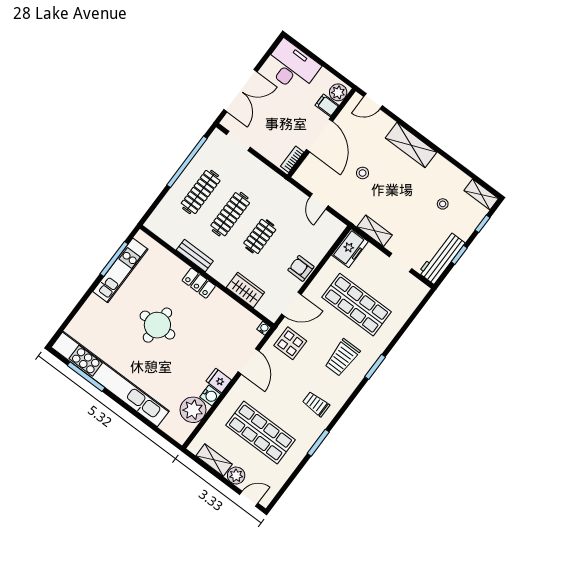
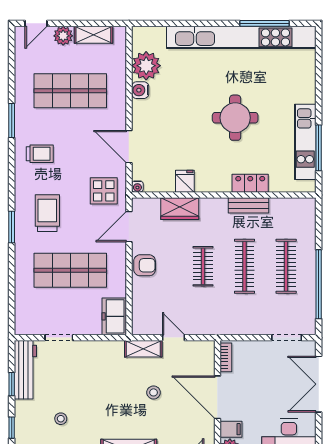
shelving: (375, 231) -> (143, 349), moved
locker: (199, 283) -> (250, 183), moved
fridge: (219, 381) -> (185, 181), moved, turned -90

